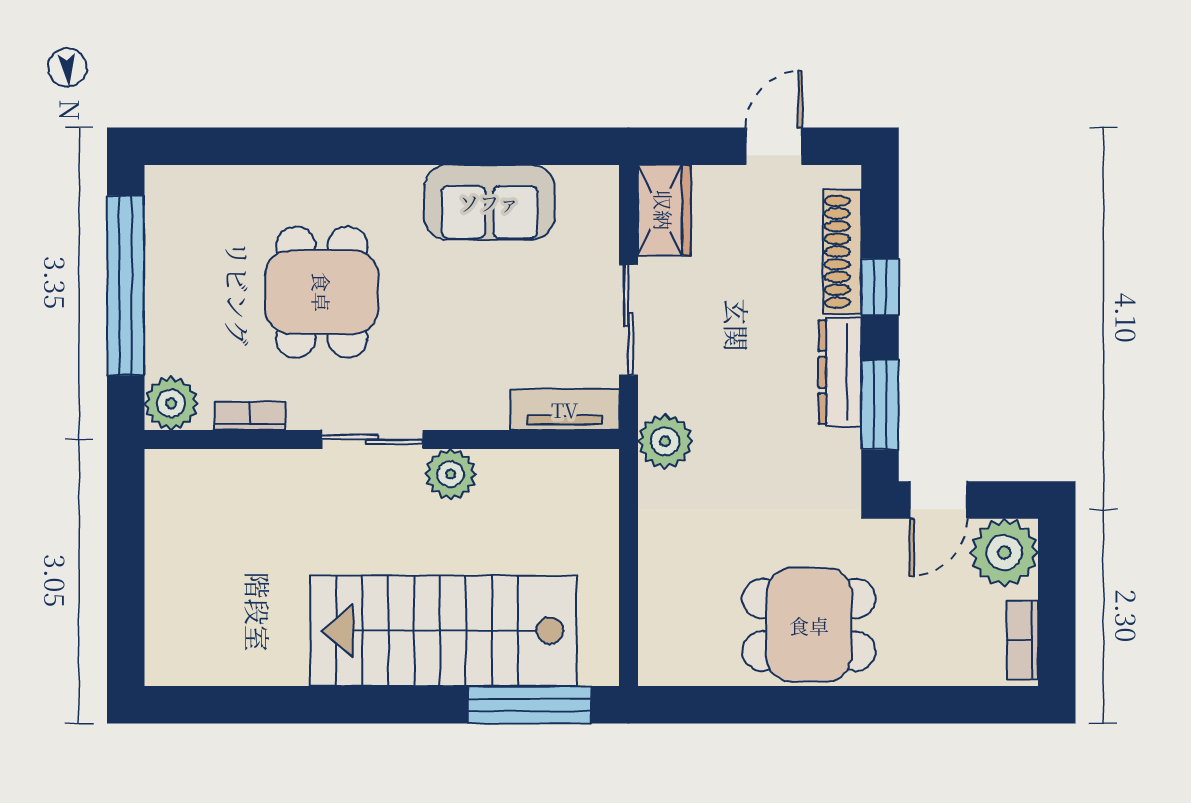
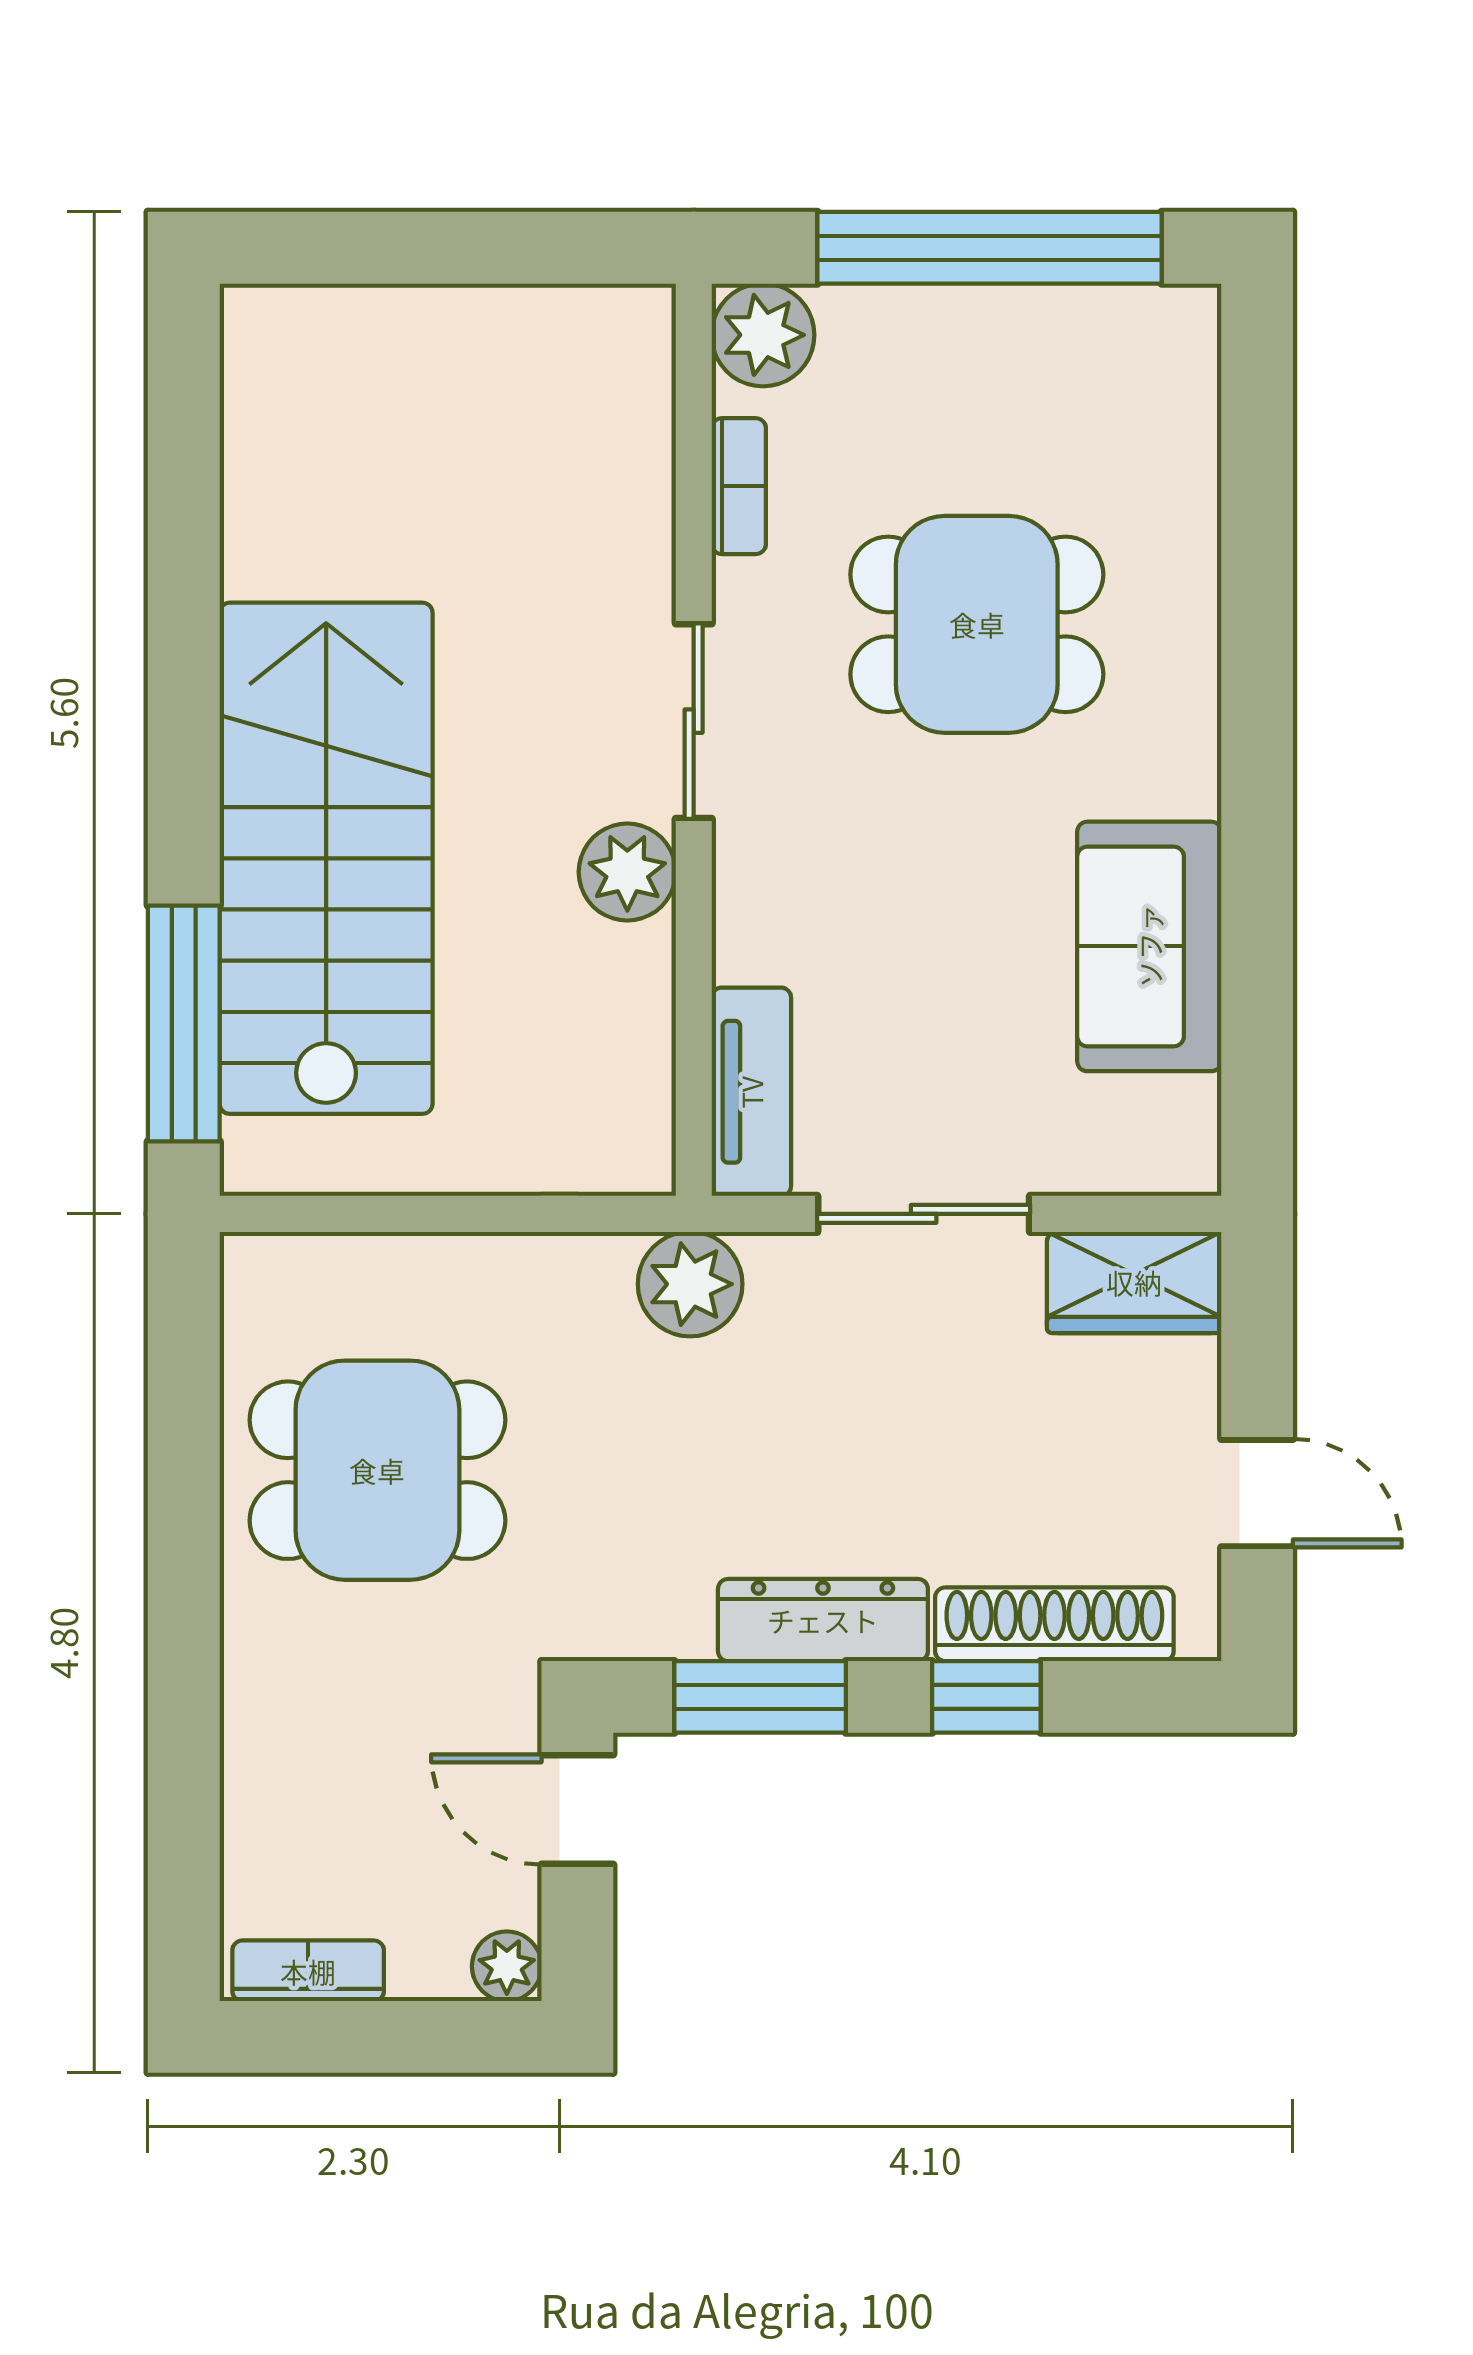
plant: (1004, 553) -> (507, 1966), width x0.53, depth x0.53
dining table: (809, 625) -> (377, 1470), moved, turned 90

